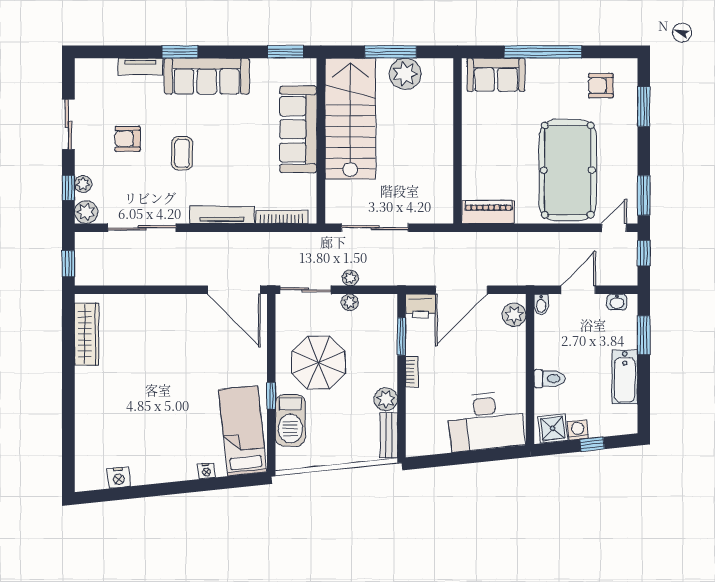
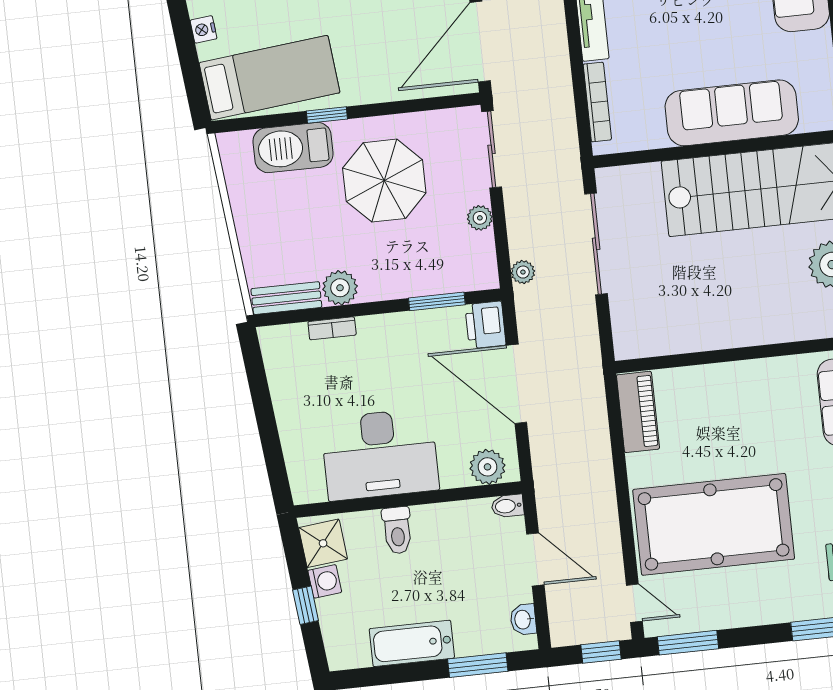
plant: (350, 278) -> (523, 272), moved
bookcase: (412, 372) -> (332, 328), moved
desk: (486, 421) -> (380, 454), moved, turned -84

